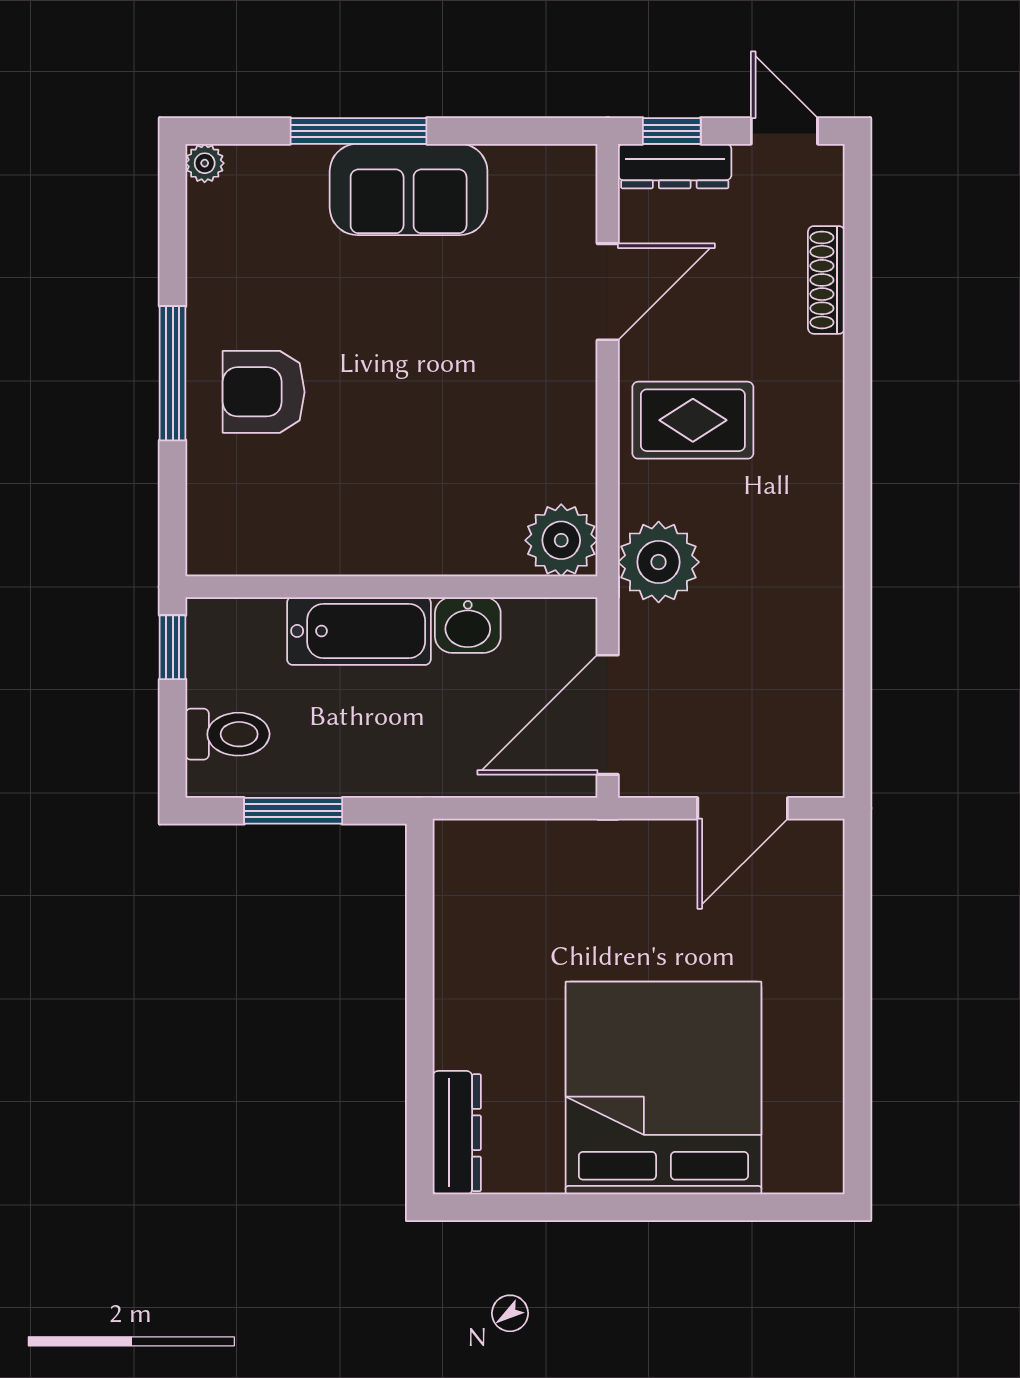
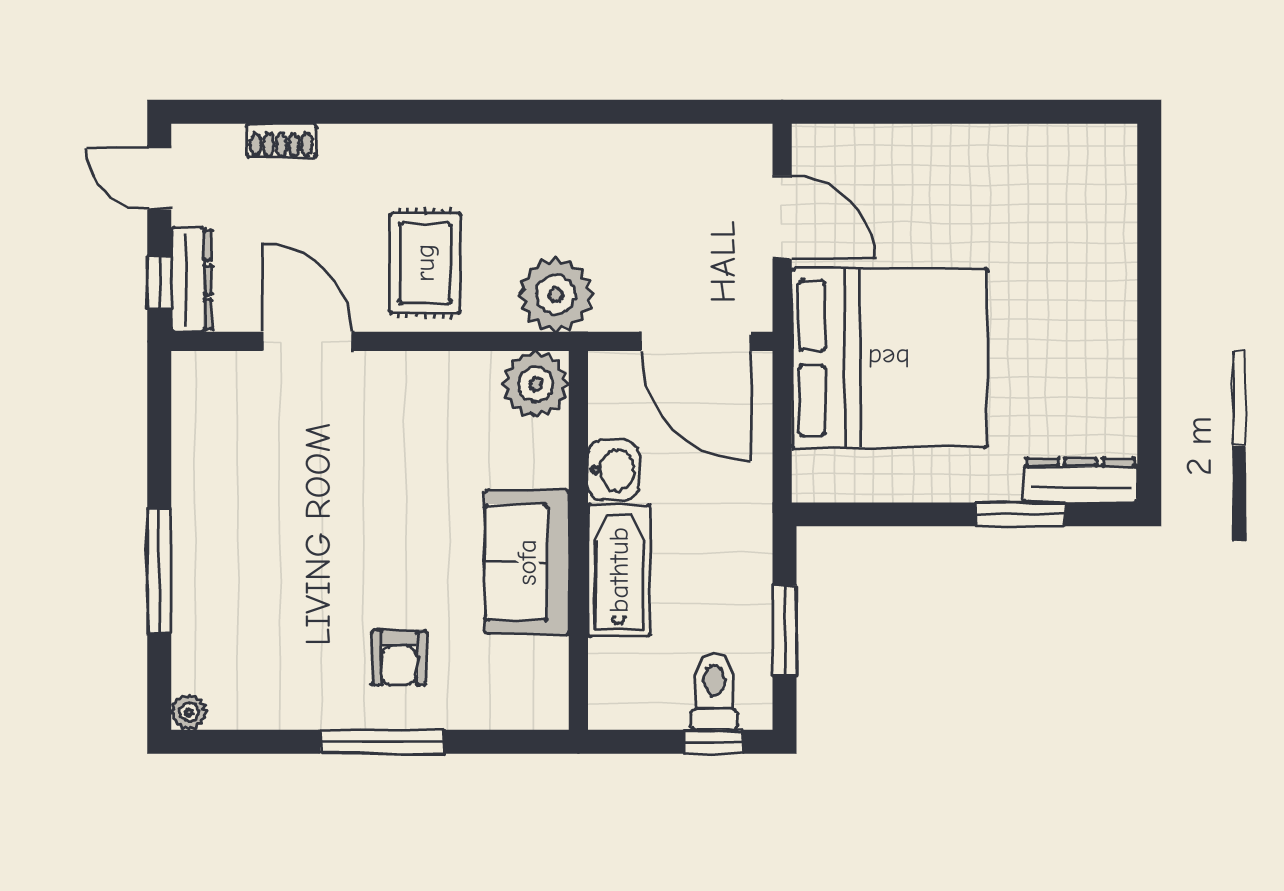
door: (784, 131) -> (159, 179), hinge flipped
sofa: (409, 189) -> (527, 562), moved, turned 180
shoe rack: (826, 280) -> (281, 140), width x0.70
armchair: (264, 392) -> (399, 658), width x0.72, depth x0.72
window: (173, 647) -> (713, 742), moved
window: (420, 1067) -> (1020, 514), added
bed: (663, 1088) -> (889, 358), moved, turned 180

